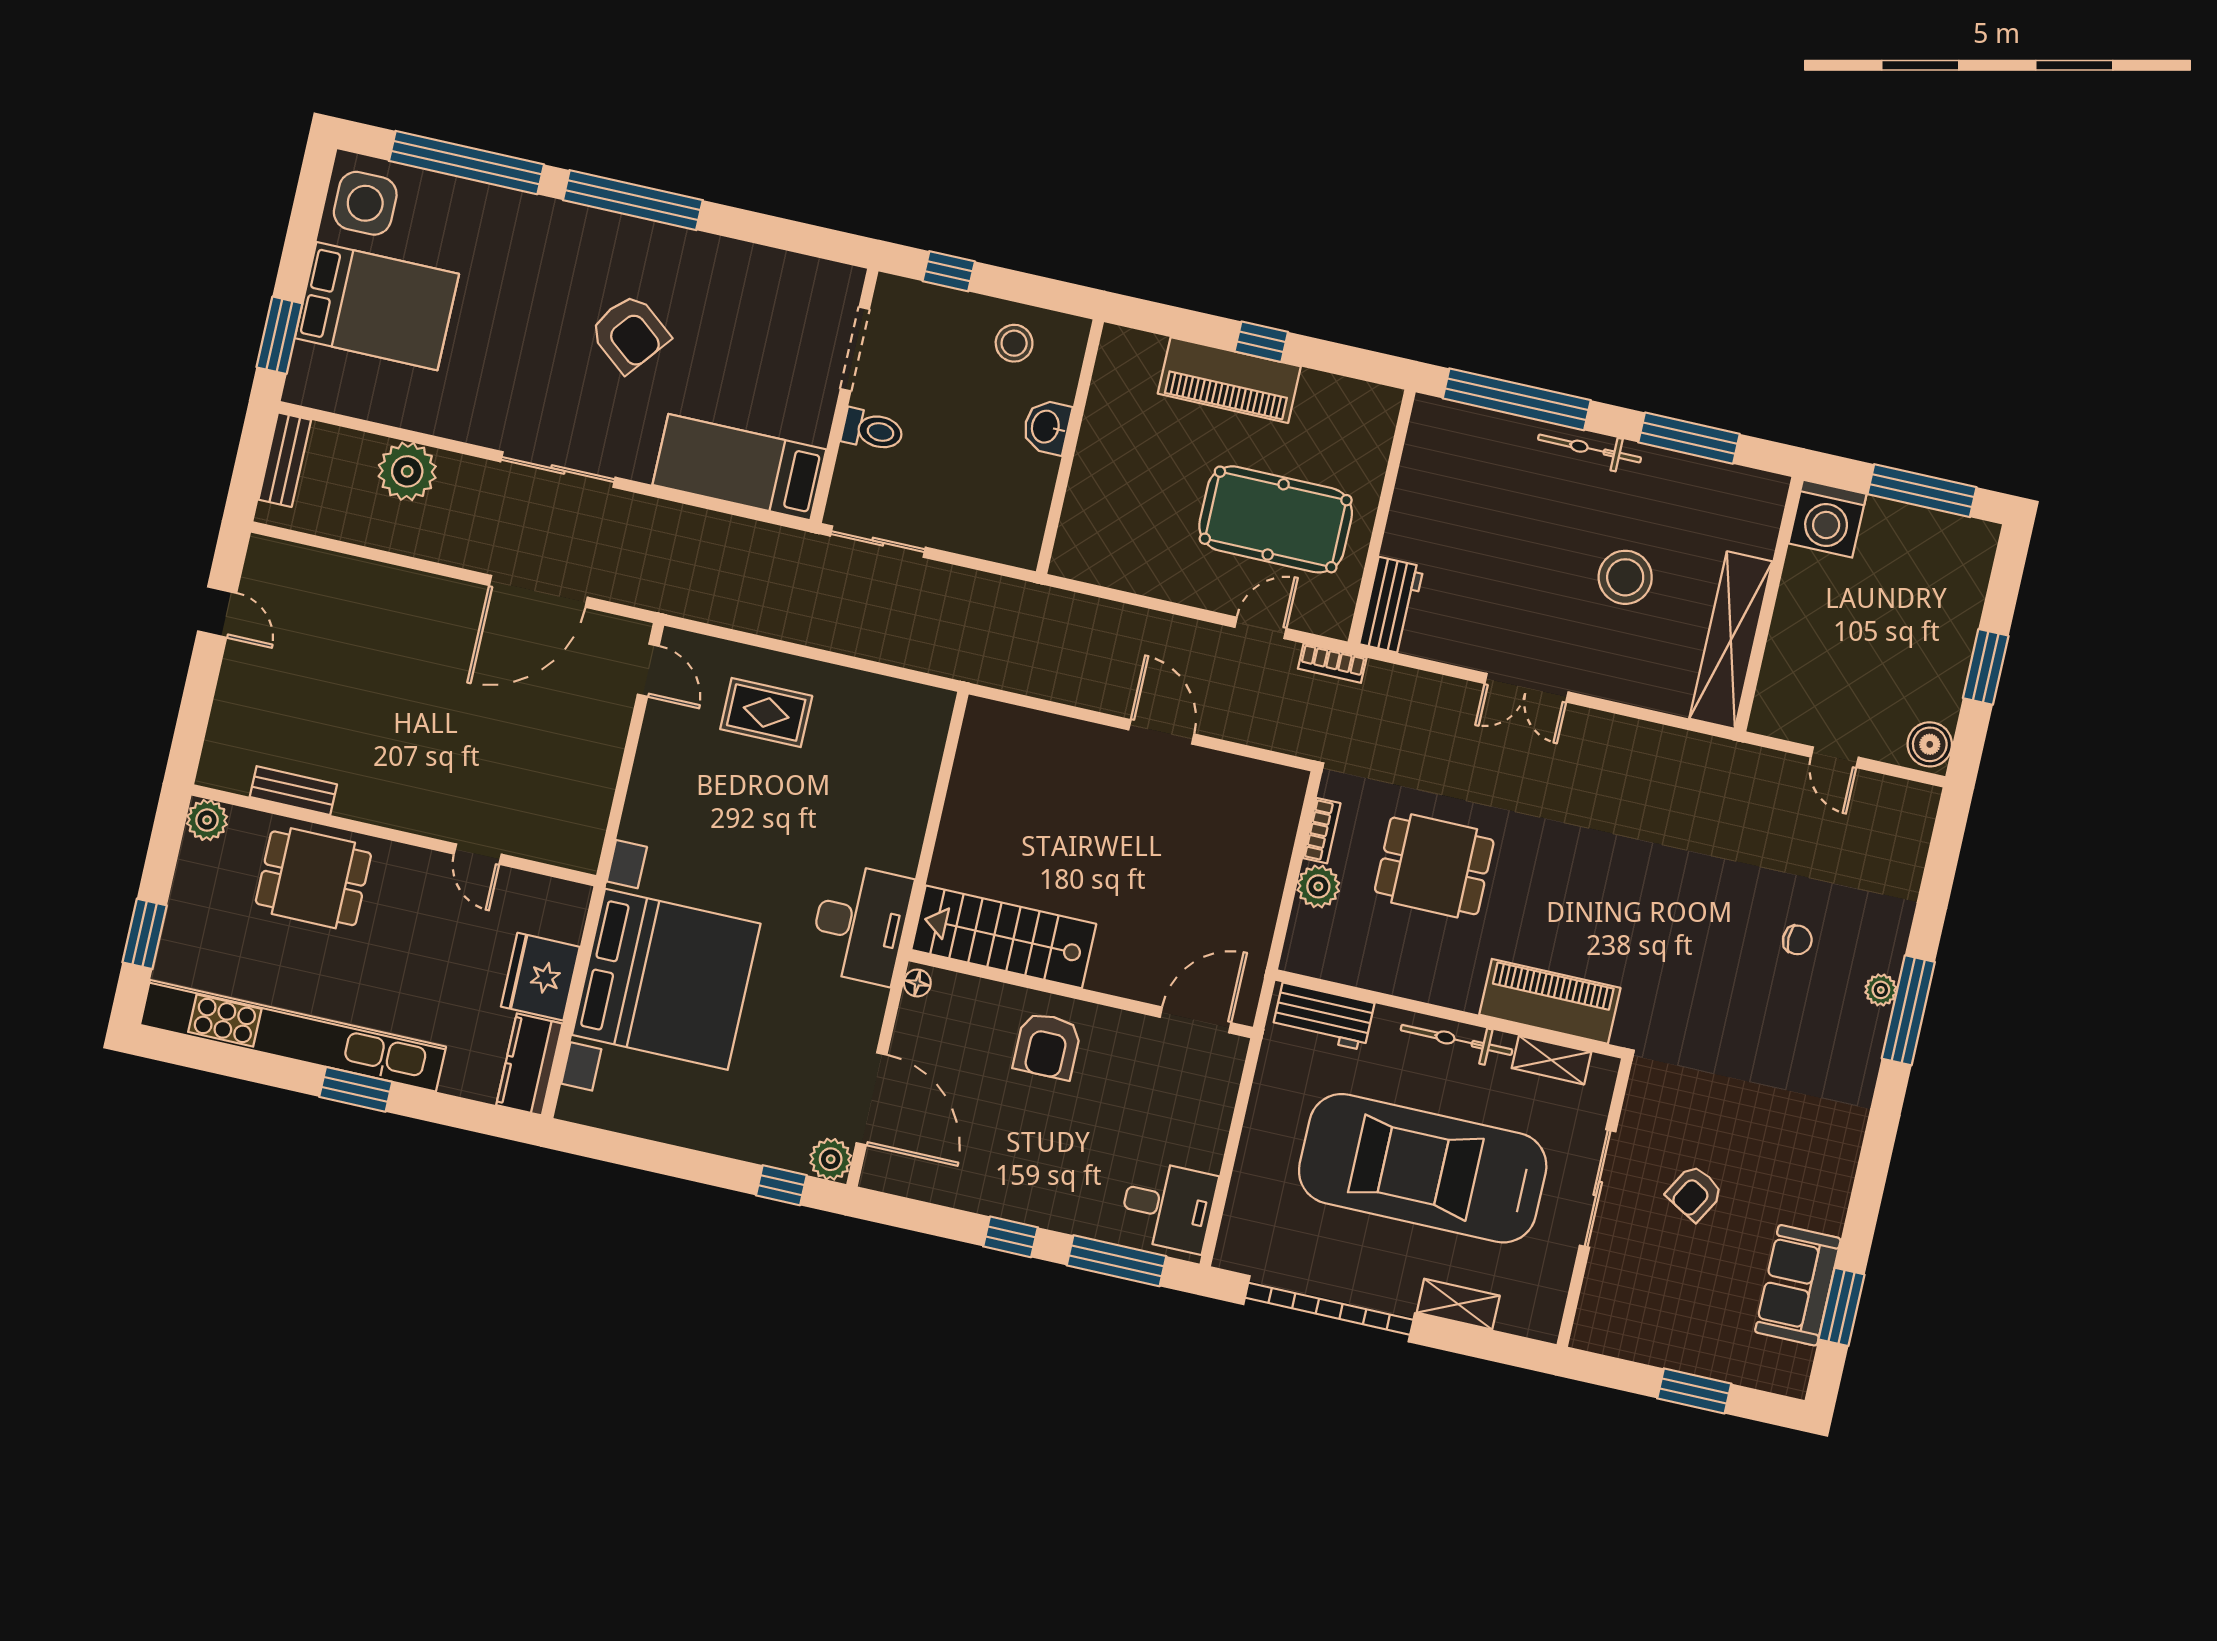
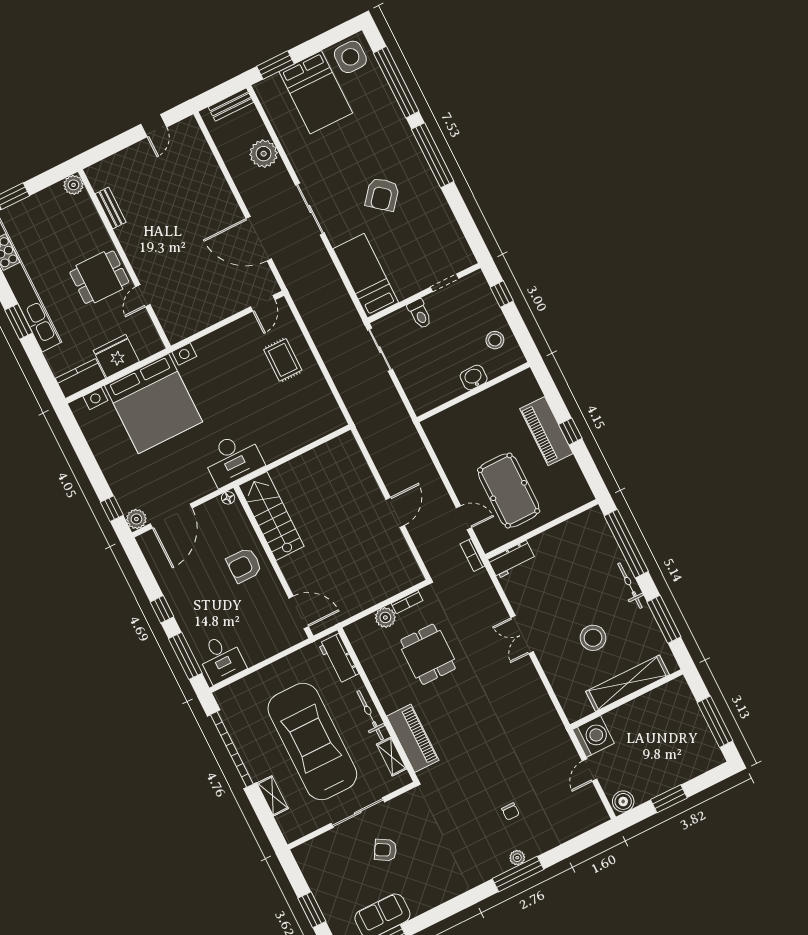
doorway: (855, 349) -> (445, 283), width x0.73
washing machine: (1828, 519) -> (593, 736), moved, turned 180
shelving: (1731, 640) -> (627, 683), moved
dining table: (313, 878) -> (99, 277), moved, turned 90

